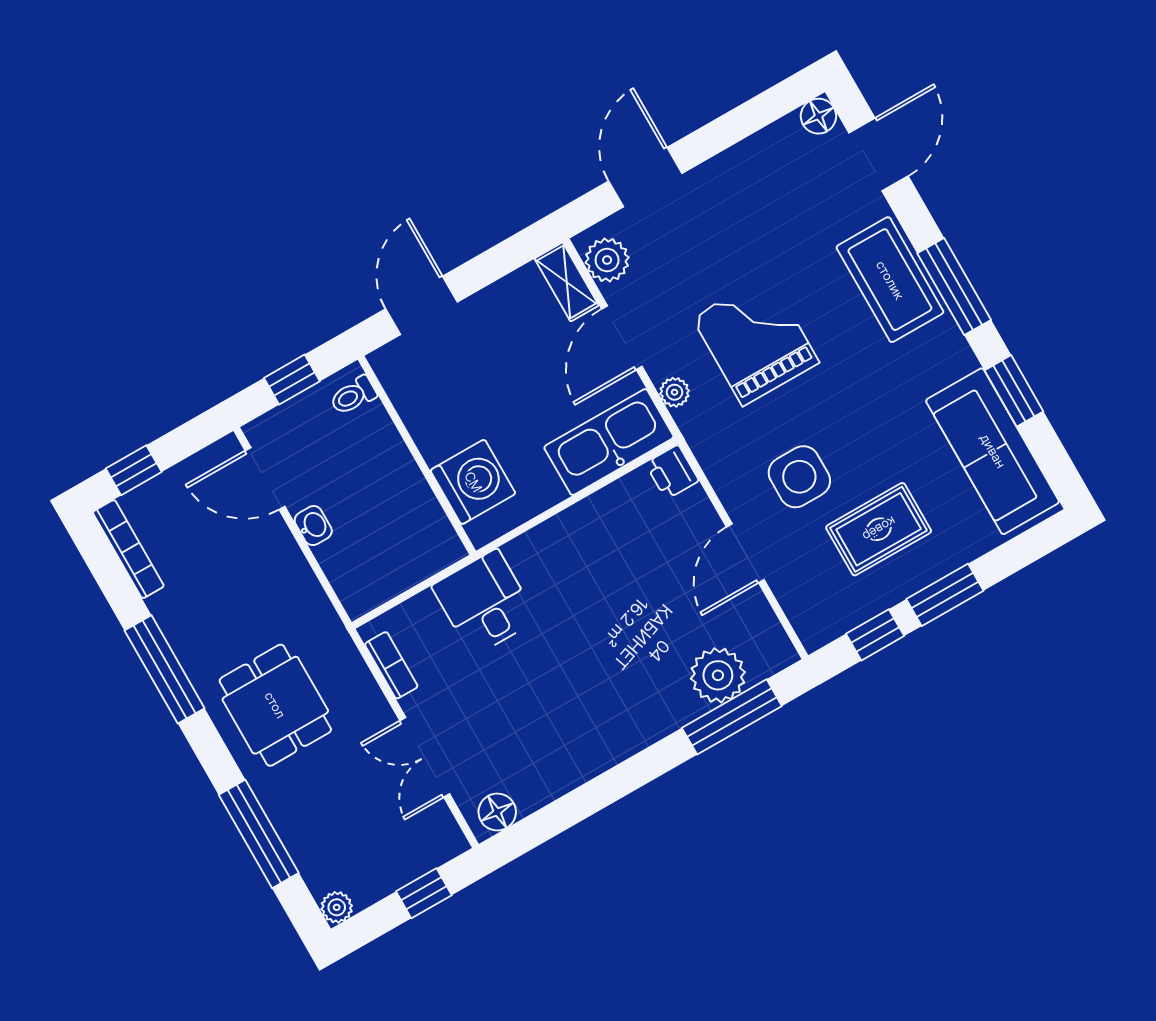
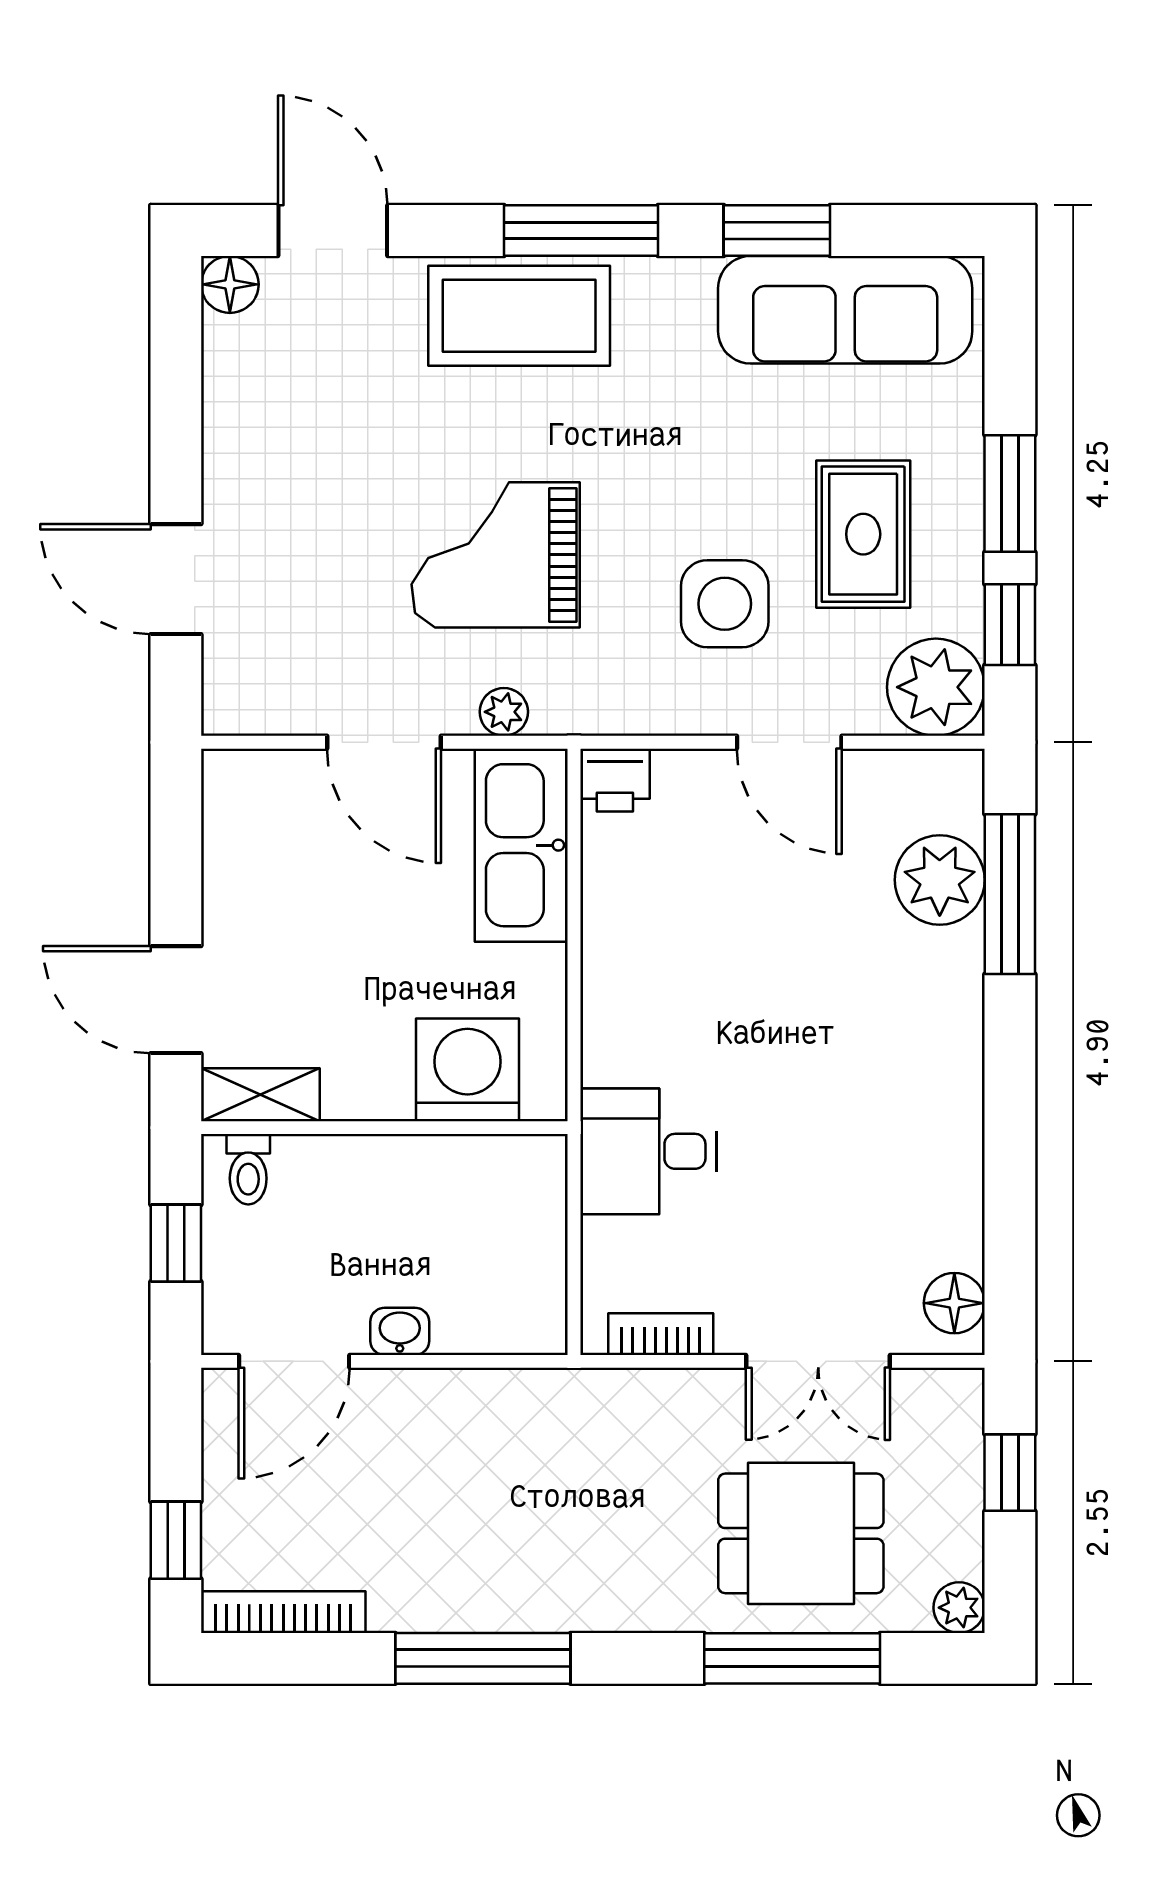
plant: (607, 260) -> (936, 687), moved, width x1.36, depth x1.36
shelving: (567, 282) -> (260, 1095), moved
dining table: (275, 705) -> (801, 1533), moved

